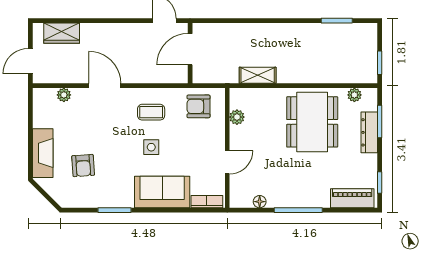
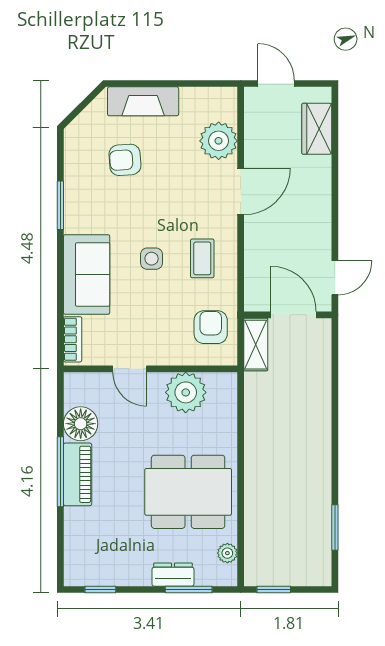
shelving: (258, 75) -> (256, 345), moved
plant: (64, 95) -> (219, 141), width x1.87, depth x1.87
plant: (237, 117) -> (186, 392), width x1.88, depth x1.88
dresser: (369, 132) -> (173, 575), width x0.70
piano: (352, 198) -> (78, 474), moved
floor lamp: (260, 202) -> (81, 424), width x1.89, depth x1.89

